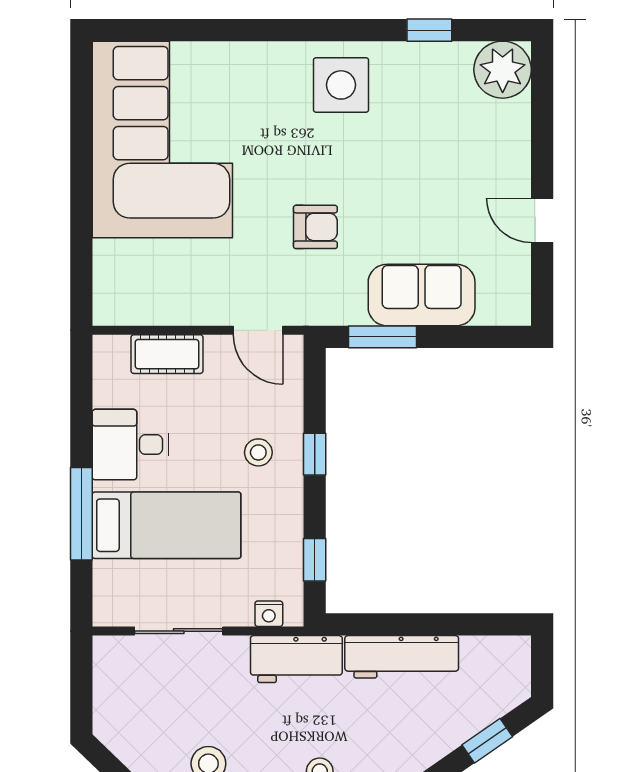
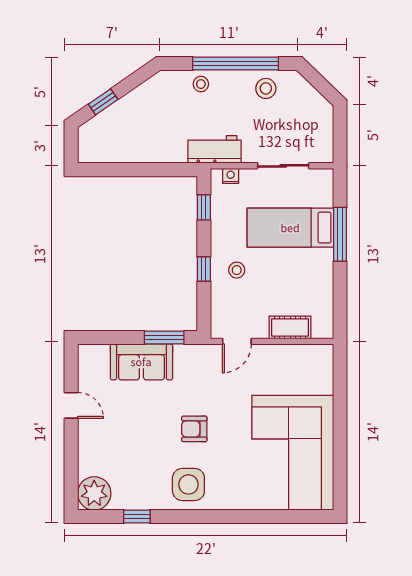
armchair: (315, 227) -> (194, 429), moved
door: (258, 330) -> (237, 341), swing flipped
desk: (130, 445) -> (311, 275), removed
workbench: (402, 657) -> (153, 151), removed

